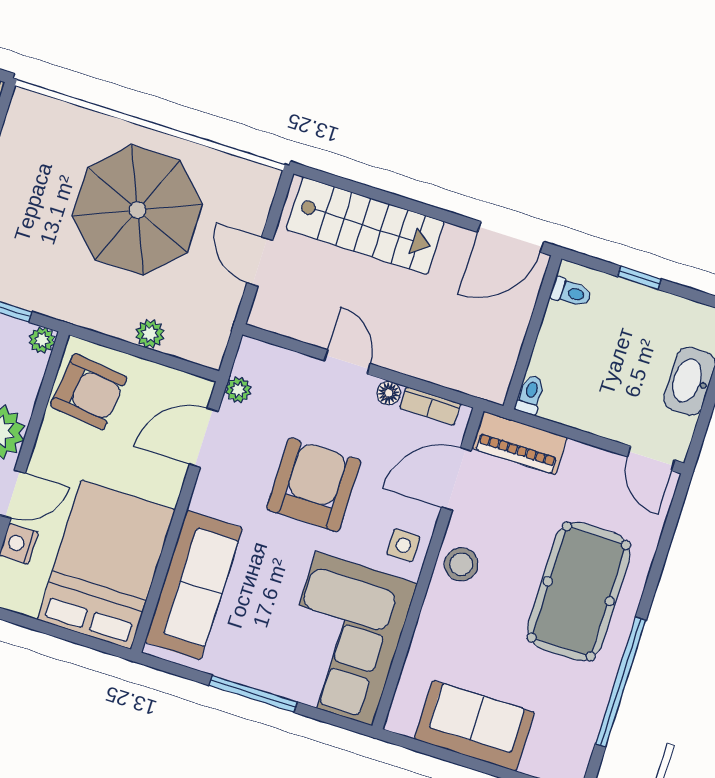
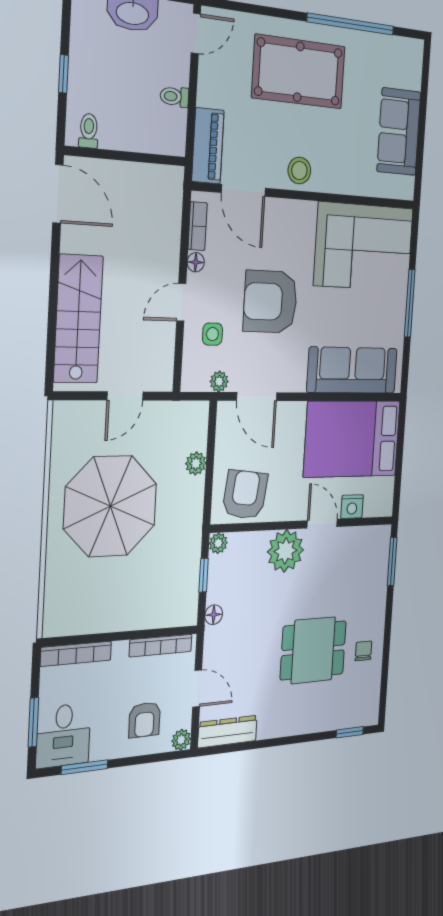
toilet: (530, 395) -> (175, 97), moved
side table: (403, 545) -> (212, 334), moved

